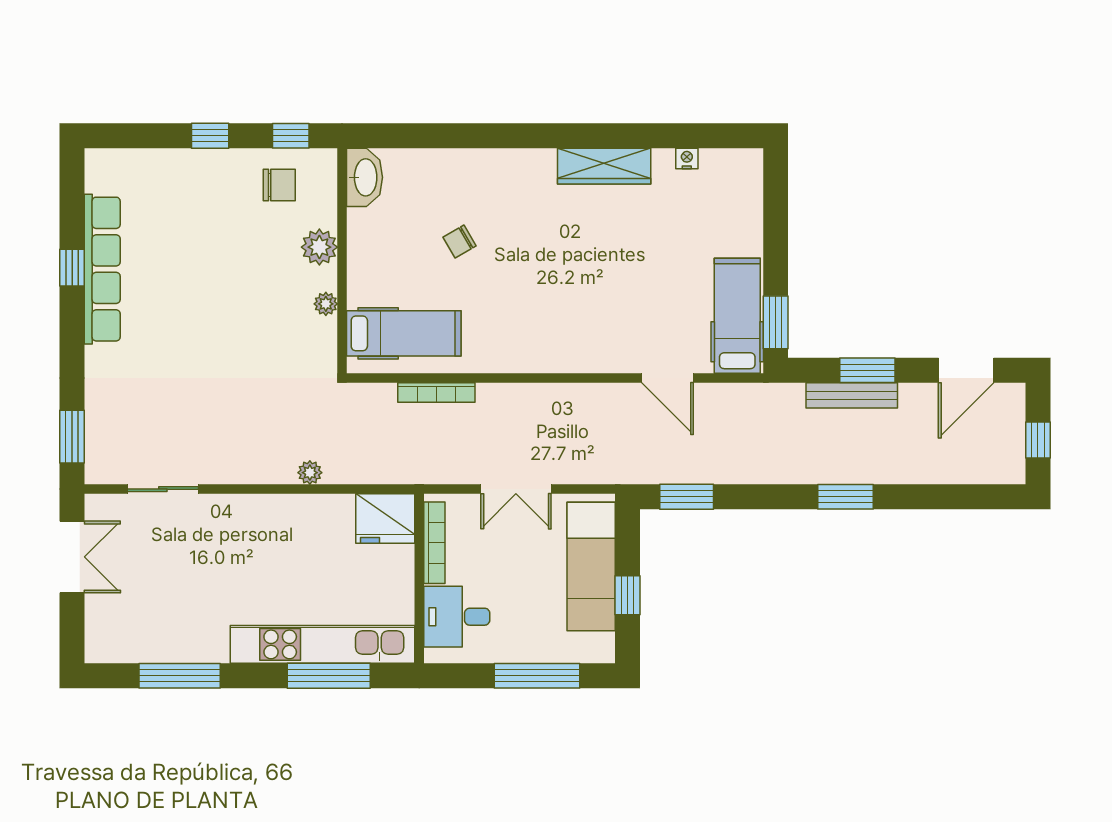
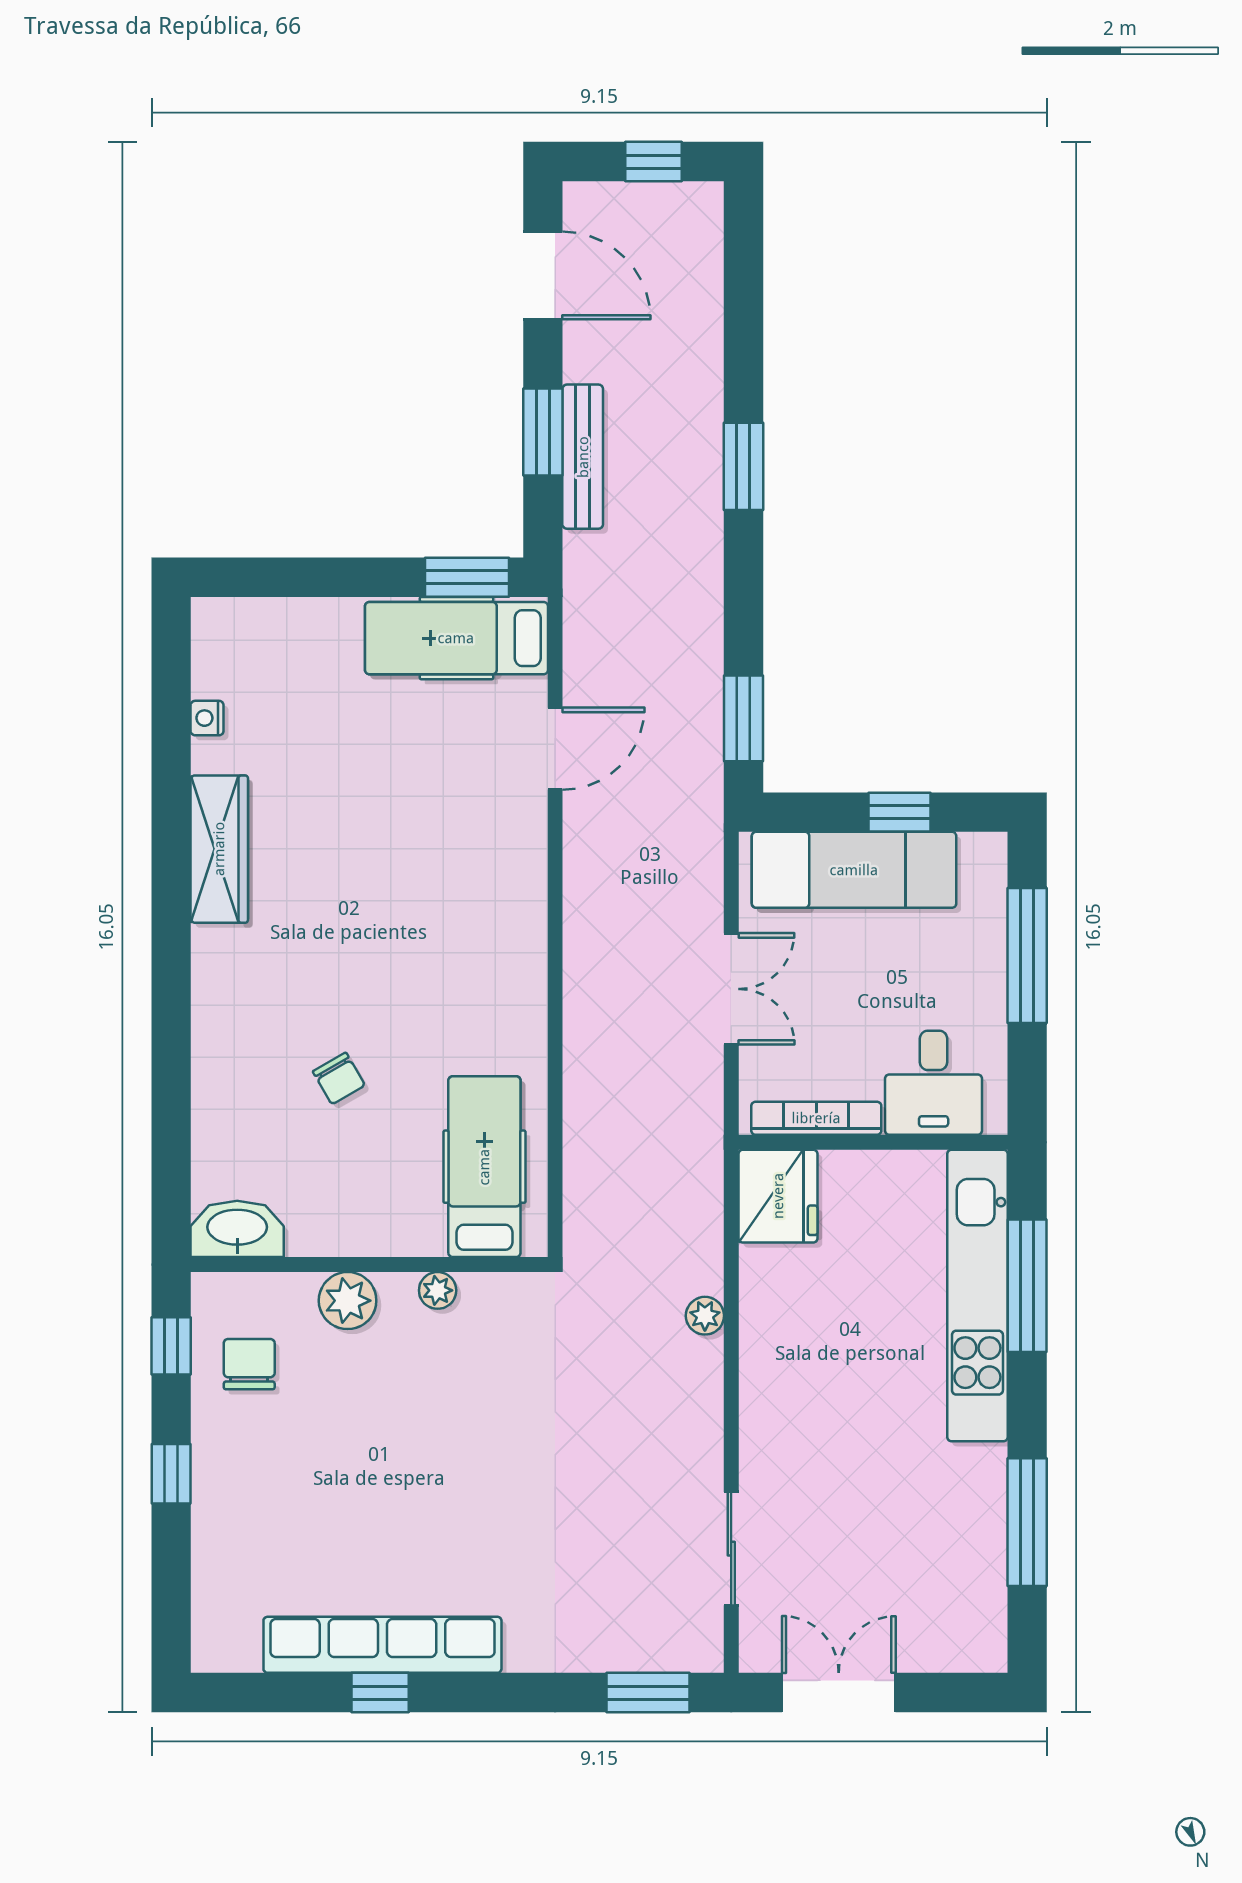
bookcase: (436, 393) -> (578, 1115), removed

